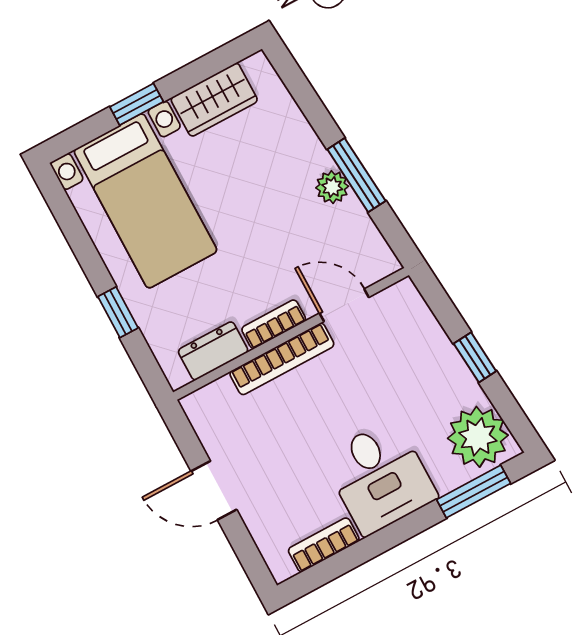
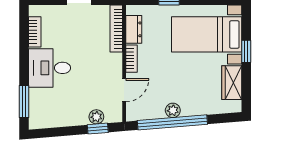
window: (356, 175) -> (172, 122), width x2.11
window: (475, 357) -> (98, 129), moved
bookcase: (282, 359) -> (116, 29), moved
plant: (478, 437) -> (96, 117), moved, width x0.53, depth x0.53

